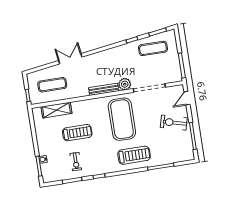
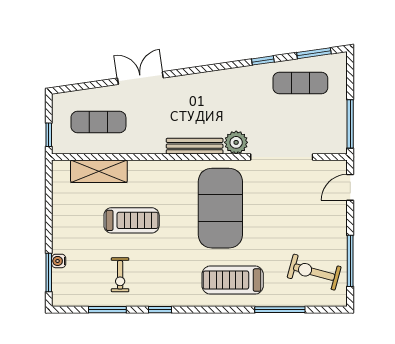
exercise bike: (174, 123) -> (314, 272), moved
treadmill: (134, 155) -> (233, 280), turned 180

